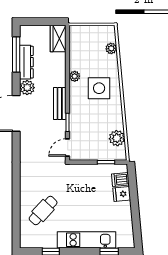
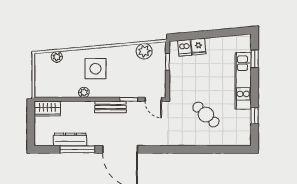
window: (16, 54) -> (77, 149), moved
plant: (27, 88) -> (95, 139), removed
cafe table: (43, 210) -> (206, 115), moved

